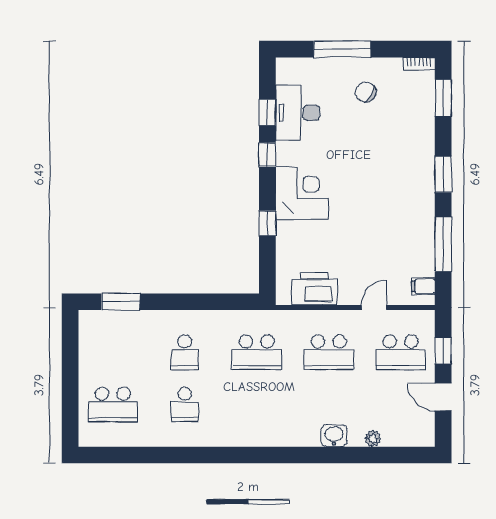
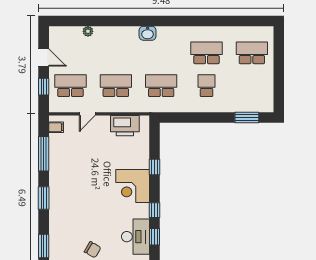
school desk: (185, 404) -> (207, 53), width x1.85
washbasin: (334, 436) -> (148, 33), moved

